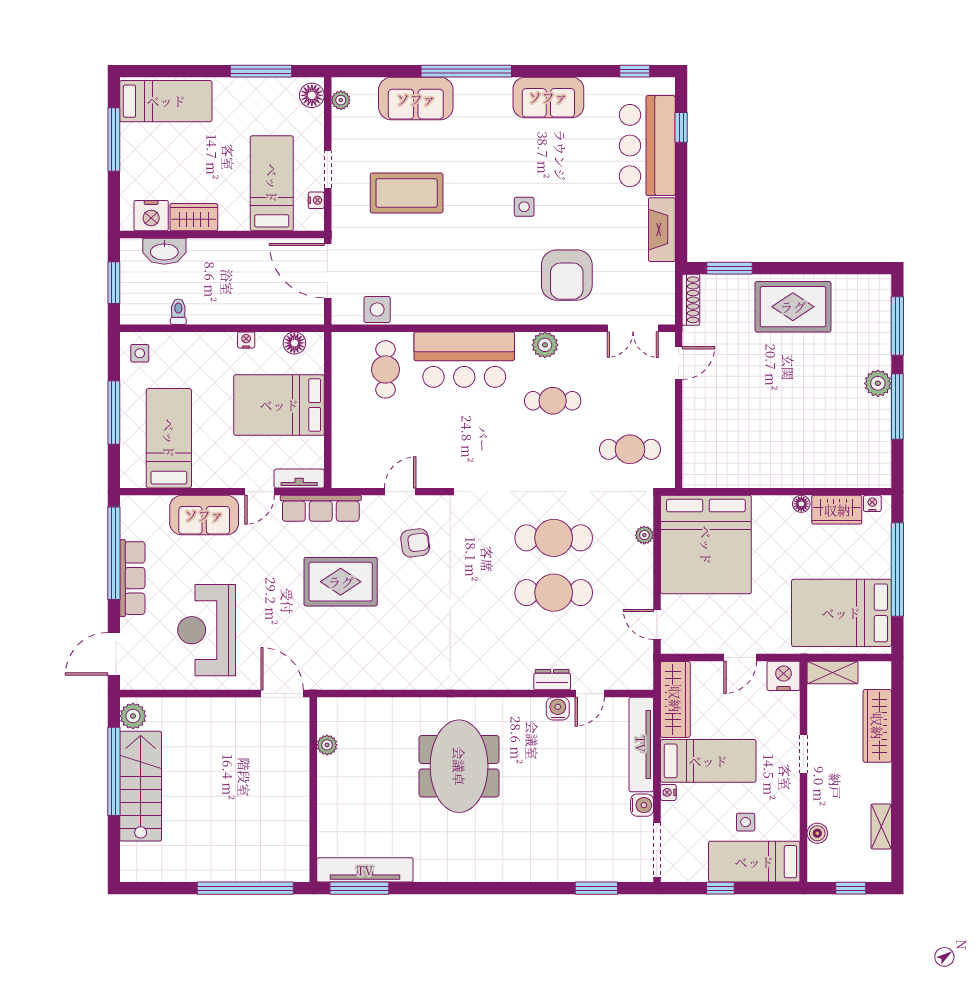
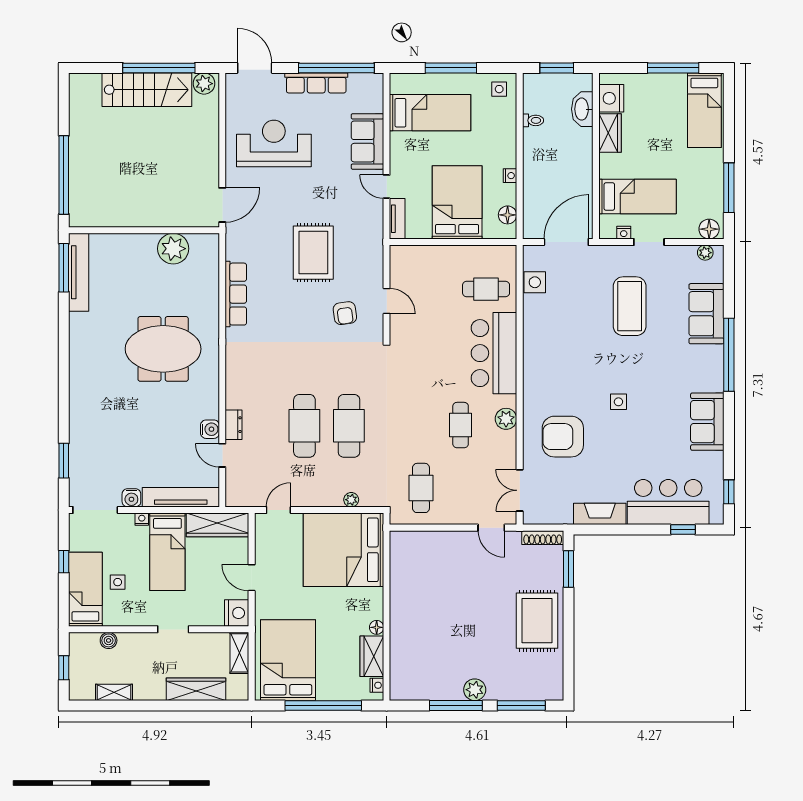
row of seats: (321, 508) -> (236, 294), moved, turned 180
plant: (327, 745) -> (173, 249), width x1.87, depth x1.87

